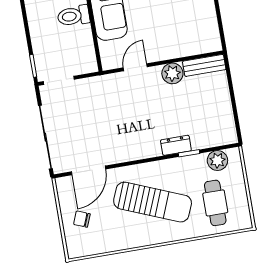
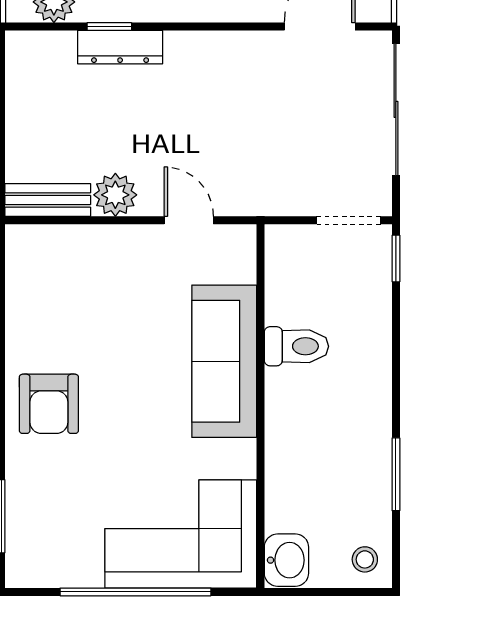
door: (135, 67) -> (189, 220), swing flipped
dresser: (176, 145) -> (120, 47), width x1.44

